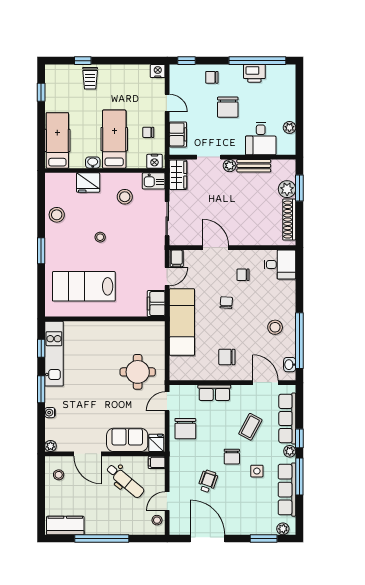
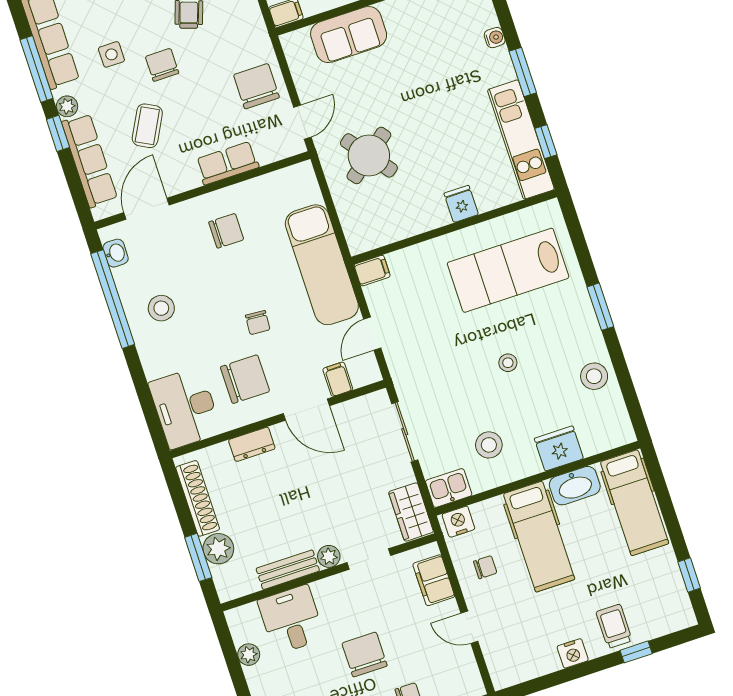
nightstand: (158, 71) -> (573, 653), moved
washbasin: (93, 163) -> (575, 486), width x1.91, depth x1.45
dresser: (251, 239) -> (252, 444), added
filing cabinet: (177, 258) -> (338, 379), moved
desk: (280, 264) -> (185, 408), width x1.37
chair: (243, 275) -> (245, 379), width x1.87, depth x1.87
lab bench: (84, 286) -> (508, 270), turned 180
filing cabinet: (156, 304) -> (372, 271), width x0.50
round table: (138, 372) -> (369, 155), turned -38
door: (265, 383) -> (147, 209), swing flipped
fridge: (156, 443) -> (461, 204), moved, turned 180

